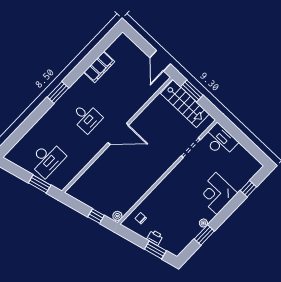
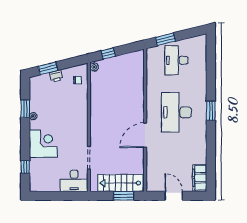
door: (160, 61) -> (174, 196), moved
filing cabinet: (99, 67) -> (200, 178), moved
desk: (86, 117) -> (176, 112), width x1.87, depth x1.30
door: (118, 134) -> (145, 135), moved

